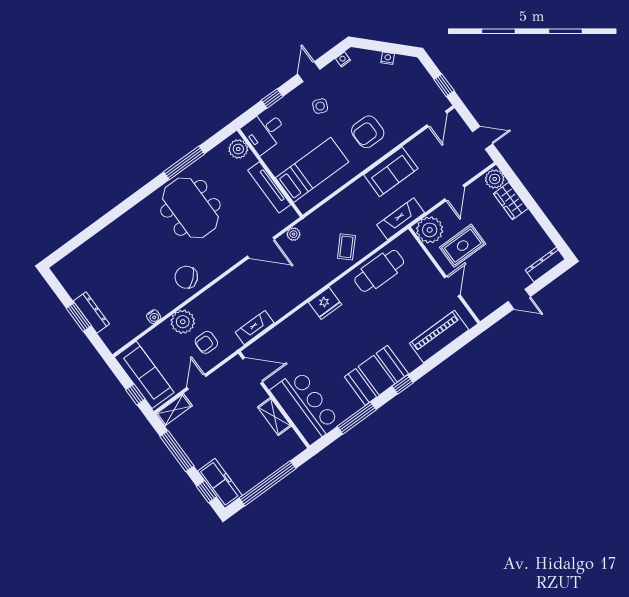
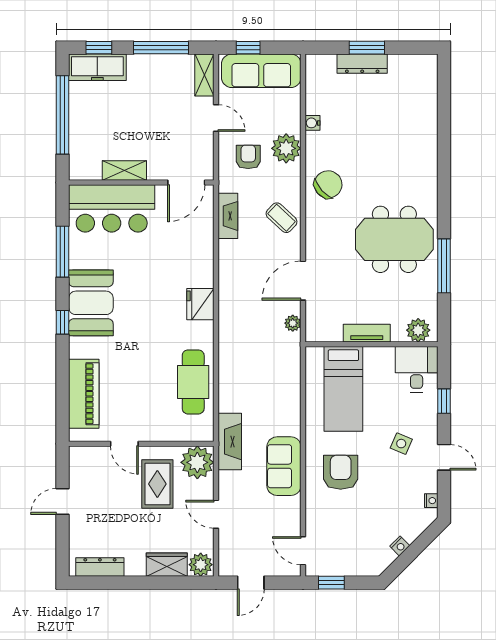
tv unit: (269, 187) -> (367, 333), width x0.71
coffee table: (346, 247) -> (282, 218), moved
dresser: (545, 265) -> (100, 567), moved, turned -90

